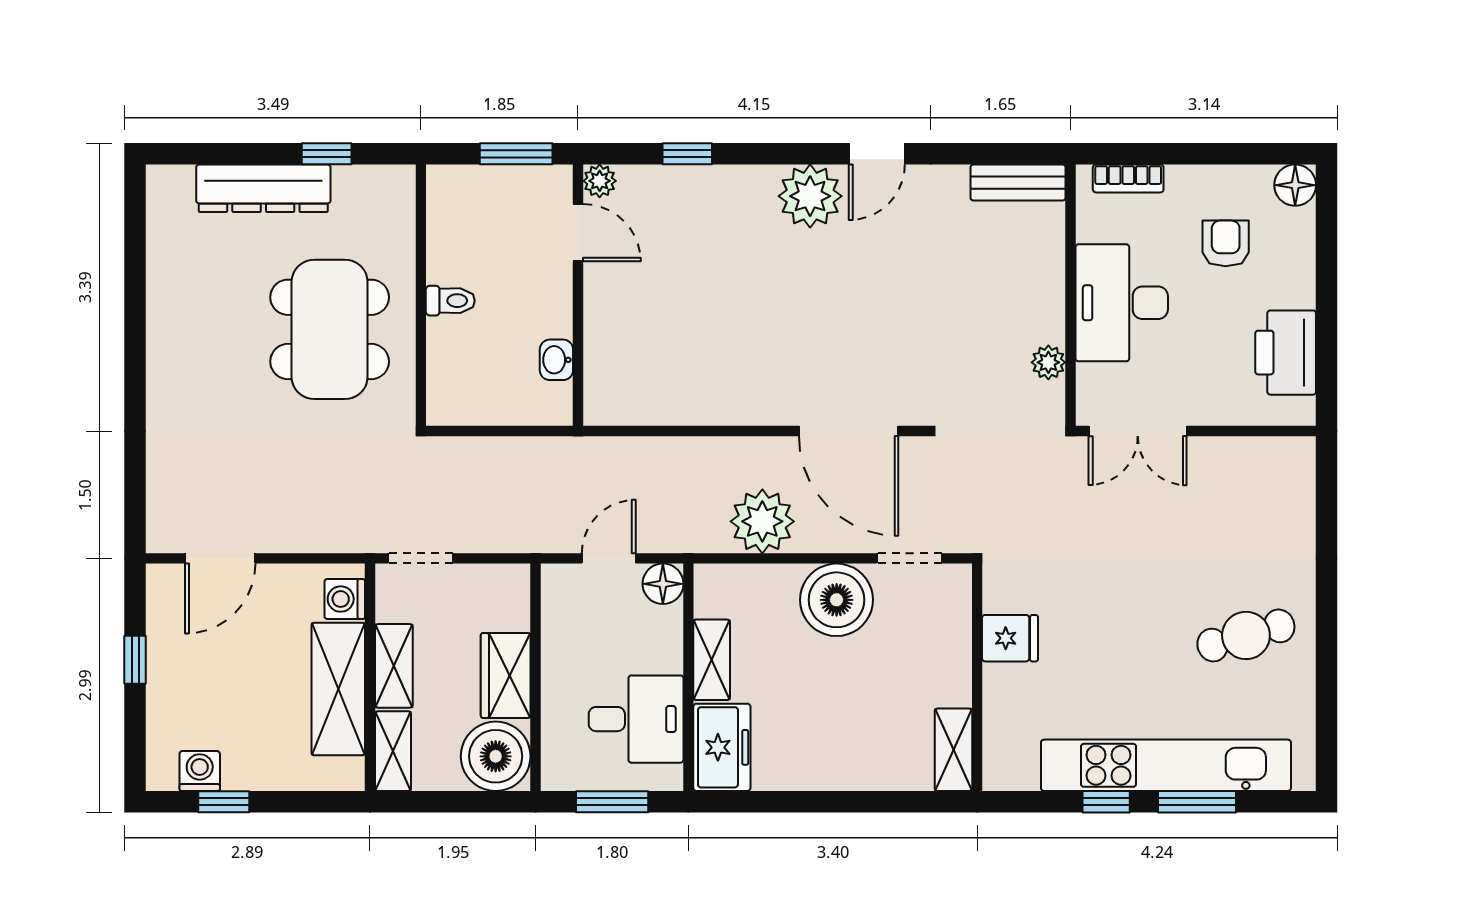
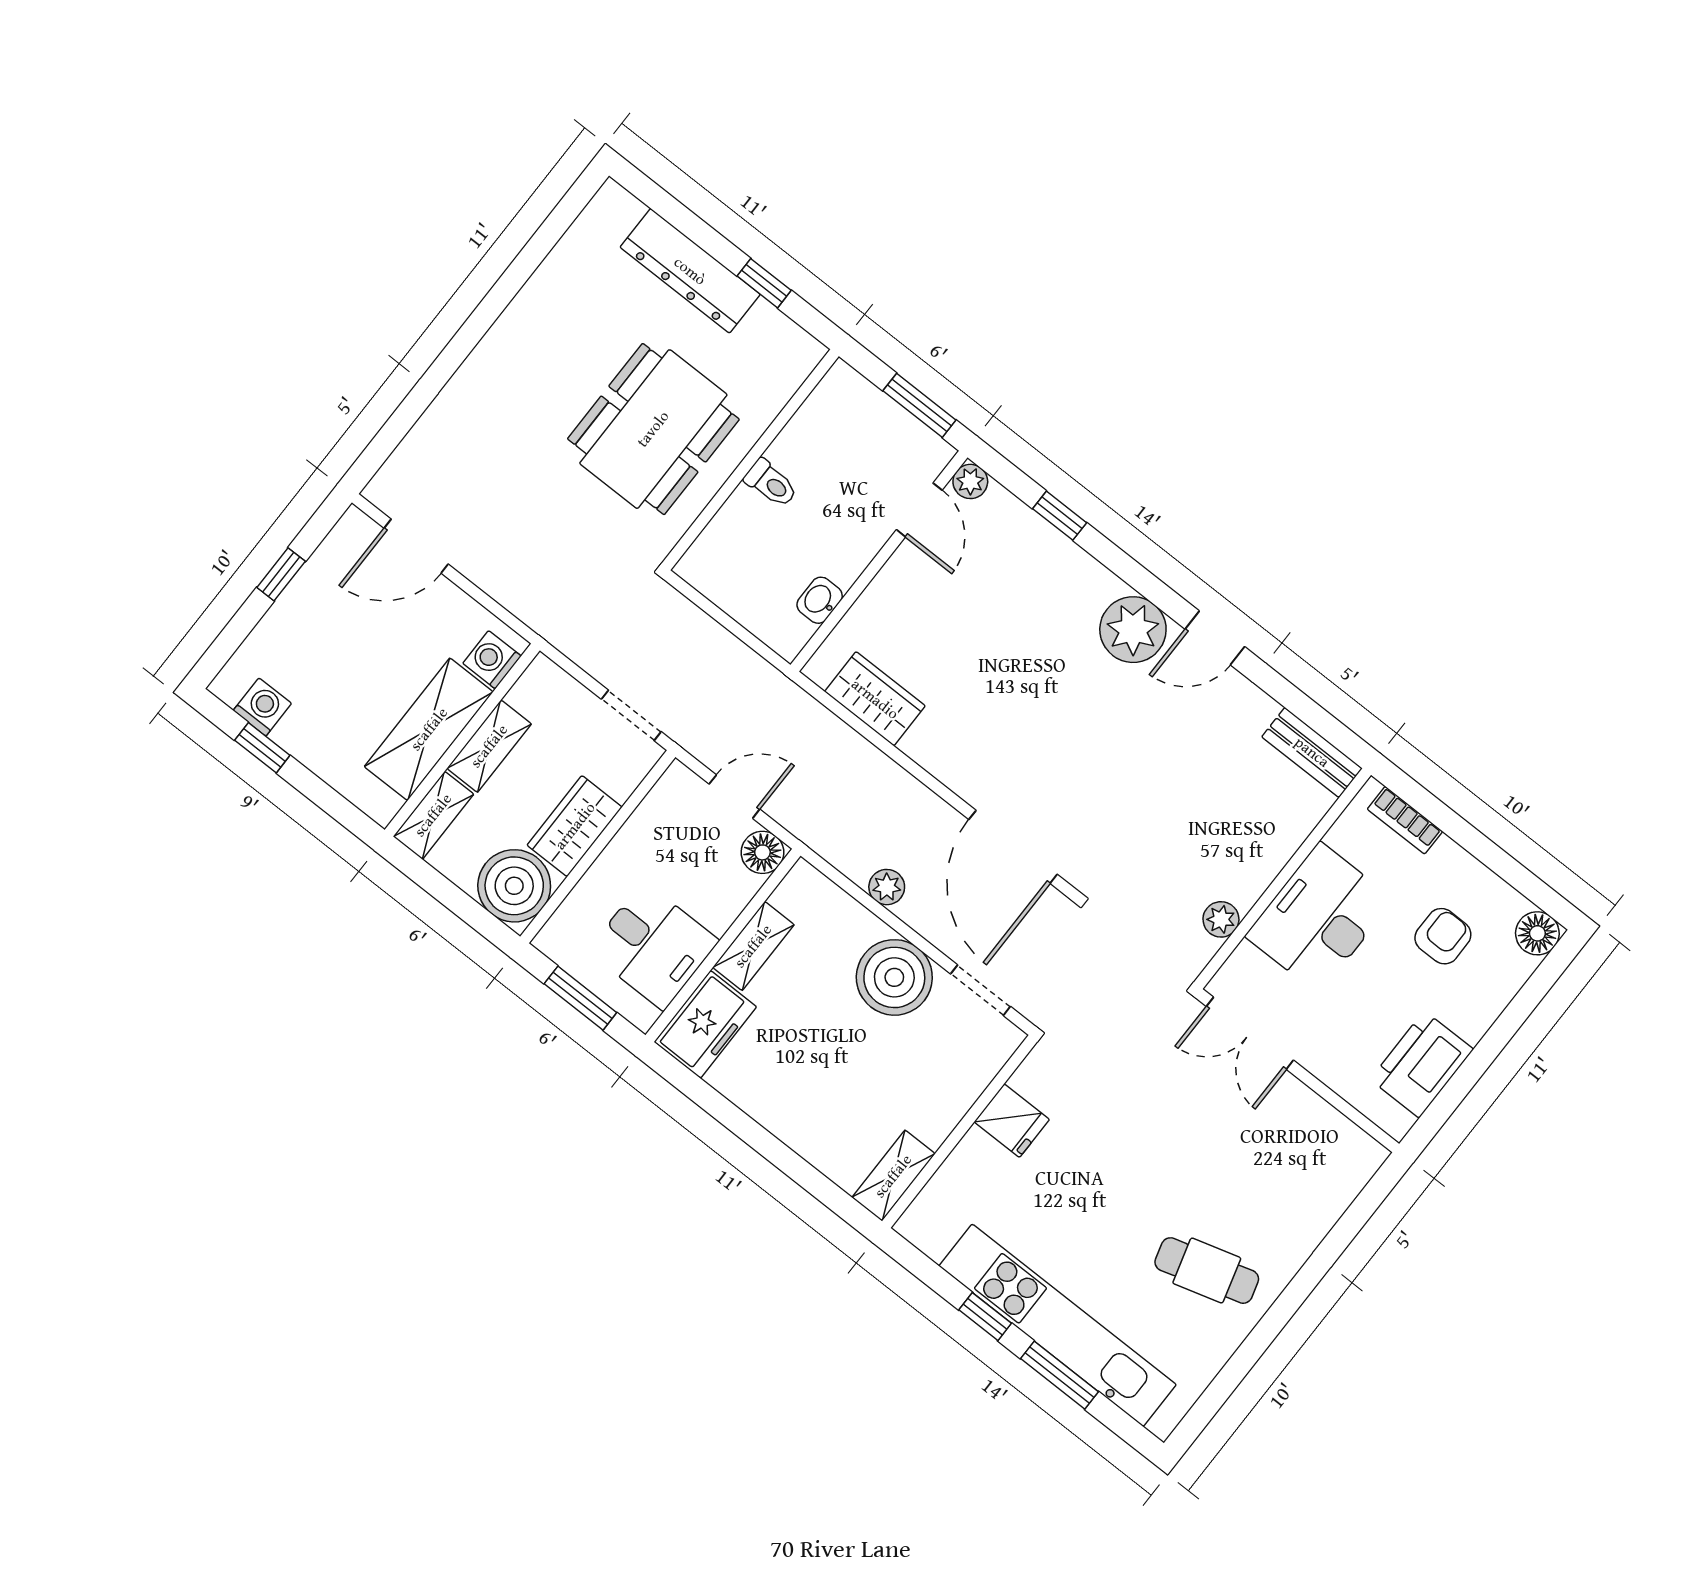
wardrobe: (657, 401) -> (875, 699), added
plant: (762, 521) -> (887, 887), width x0.53, depth x0.53
doorway: (421, 558) -> (631, 715), moved

